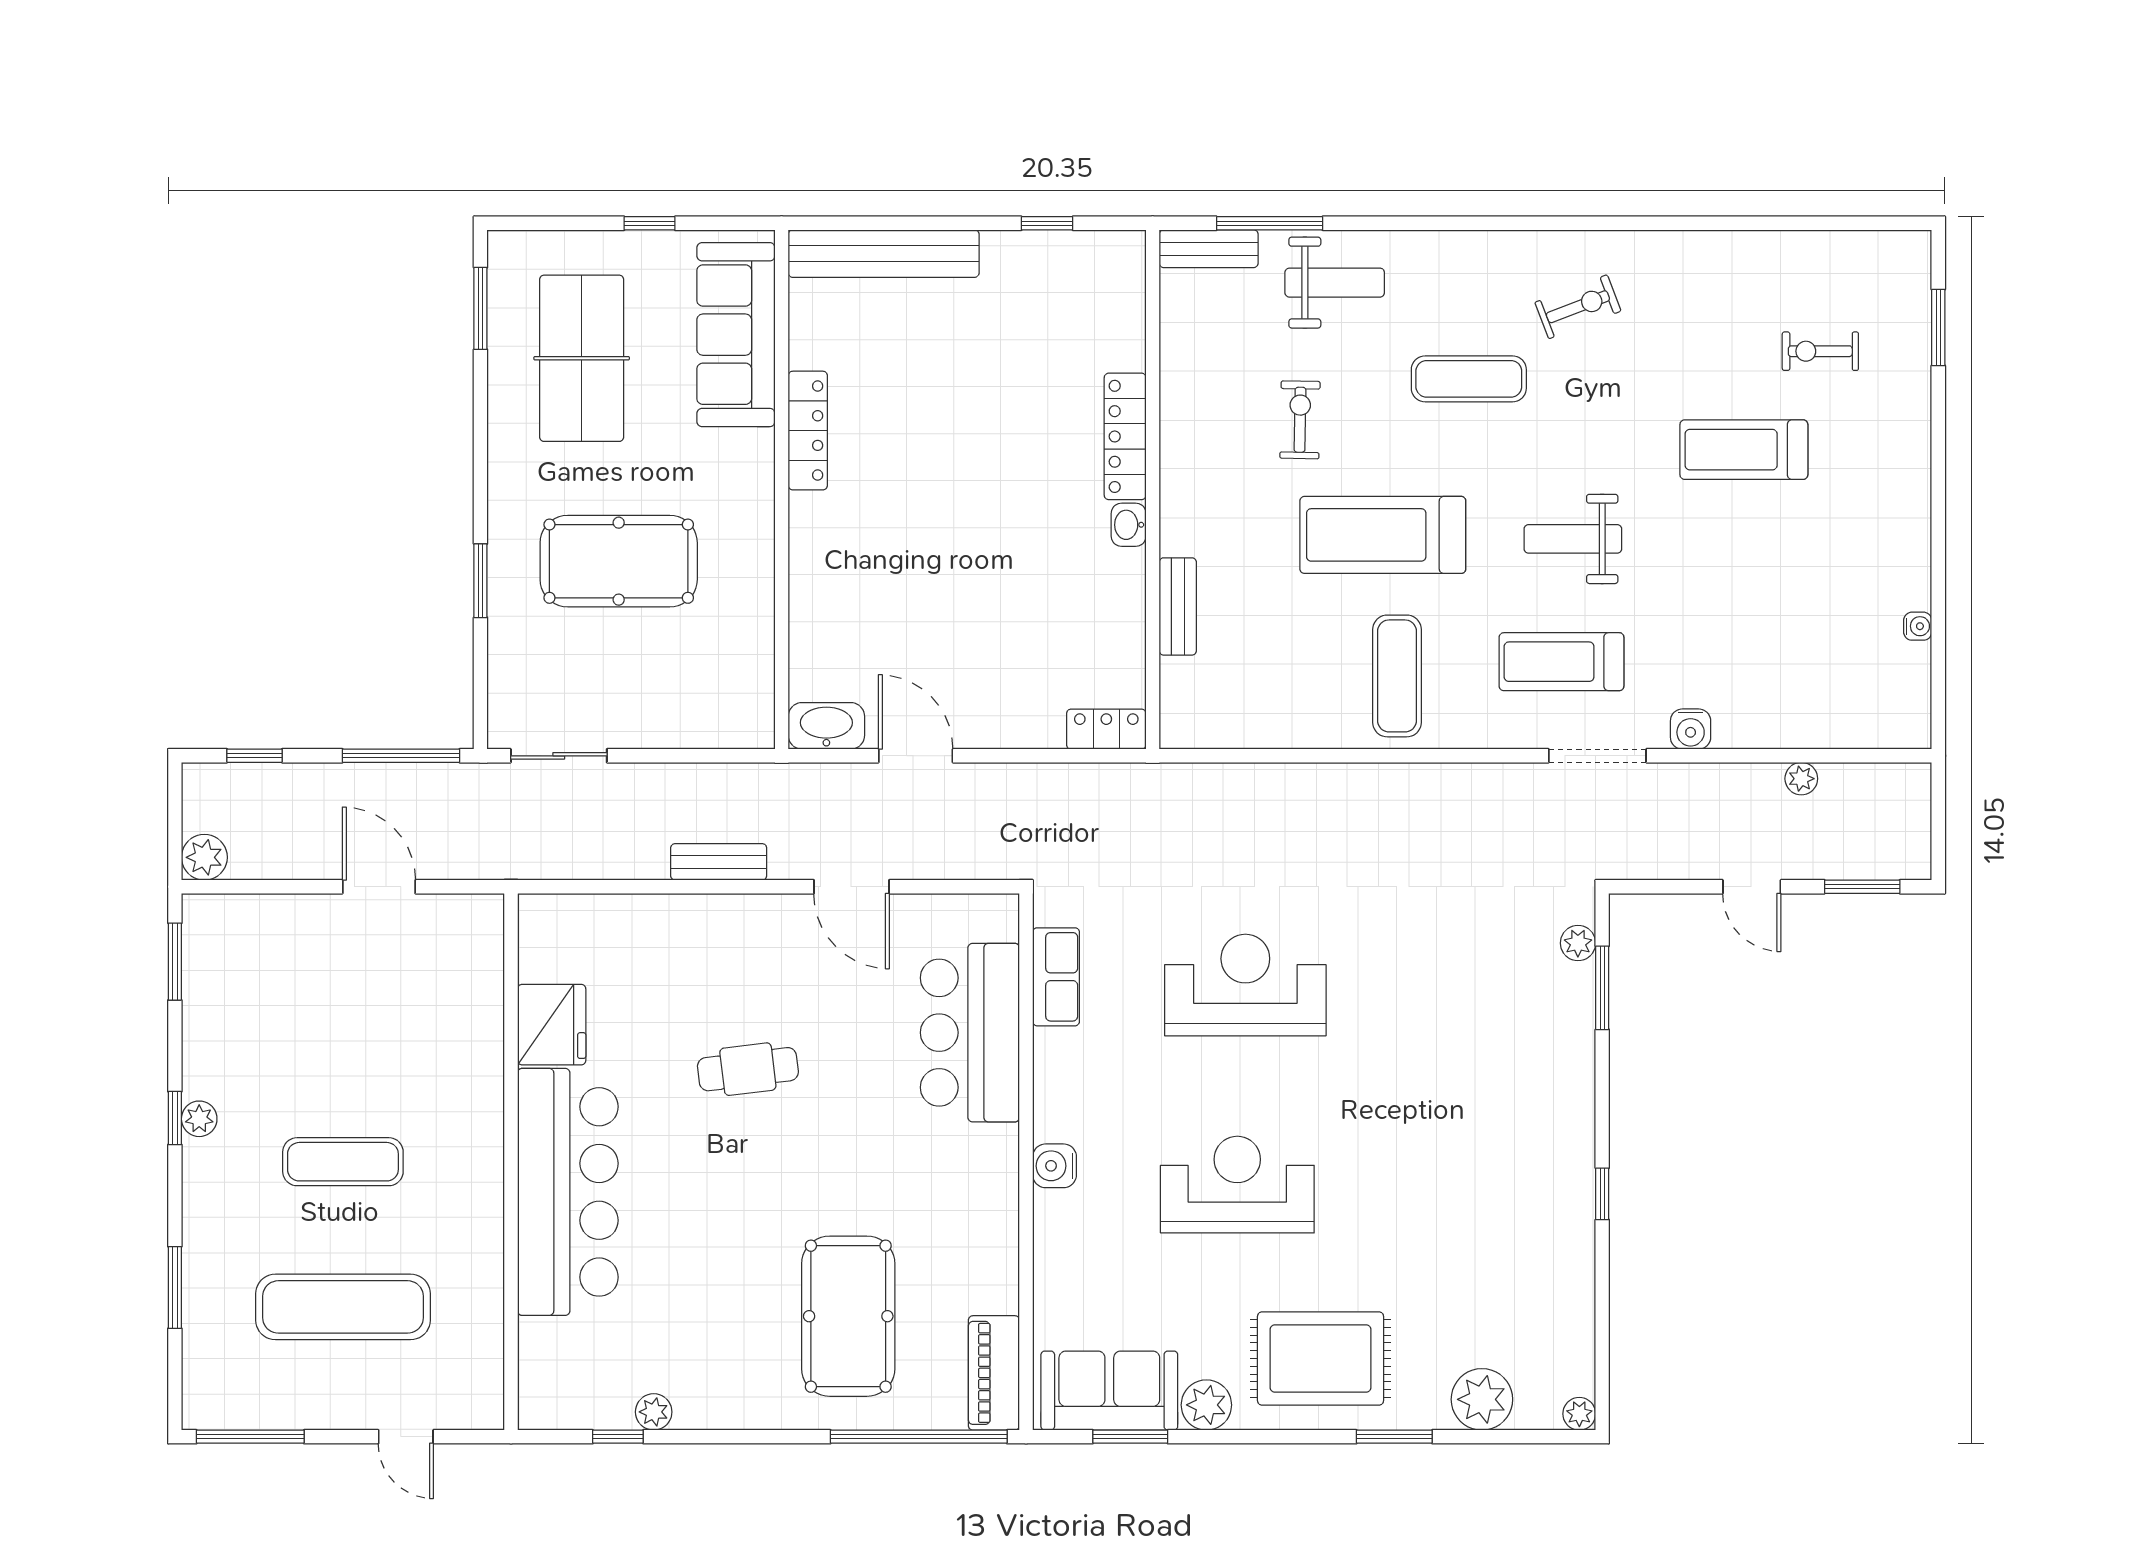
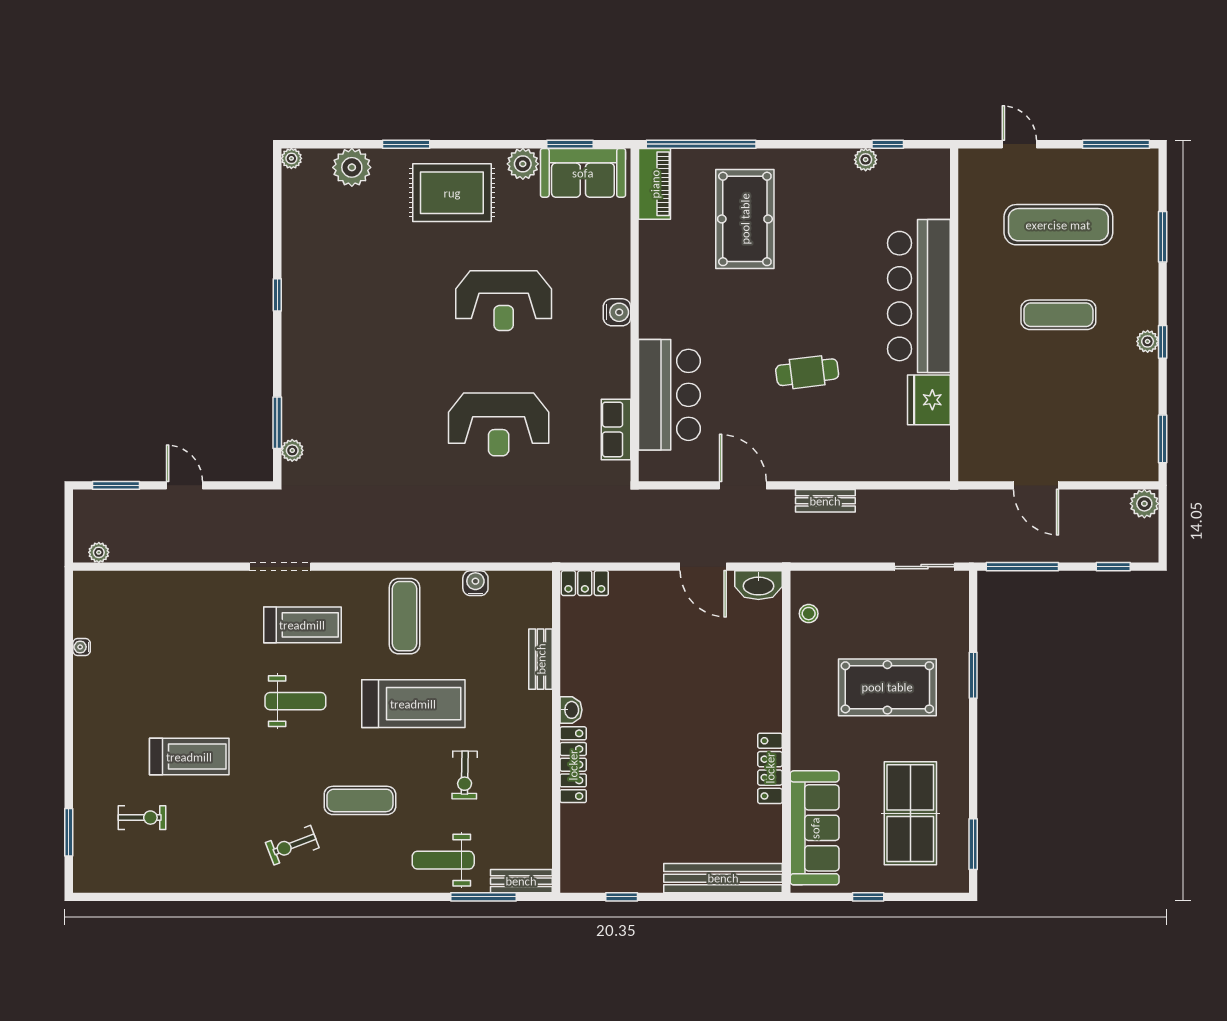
stool: (746, 680) -> (809, 614), added
water cooler: (1691, 729) -> (475, 583), moved
plant: (1801, 779) -> (99, 552), moved

